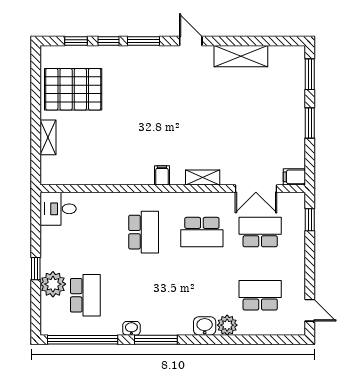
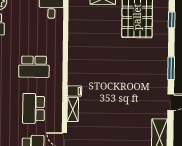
window: (109, 41) -> (171, 43), removed
filing cabinet: (162, 175) -> (74, 91), moved

